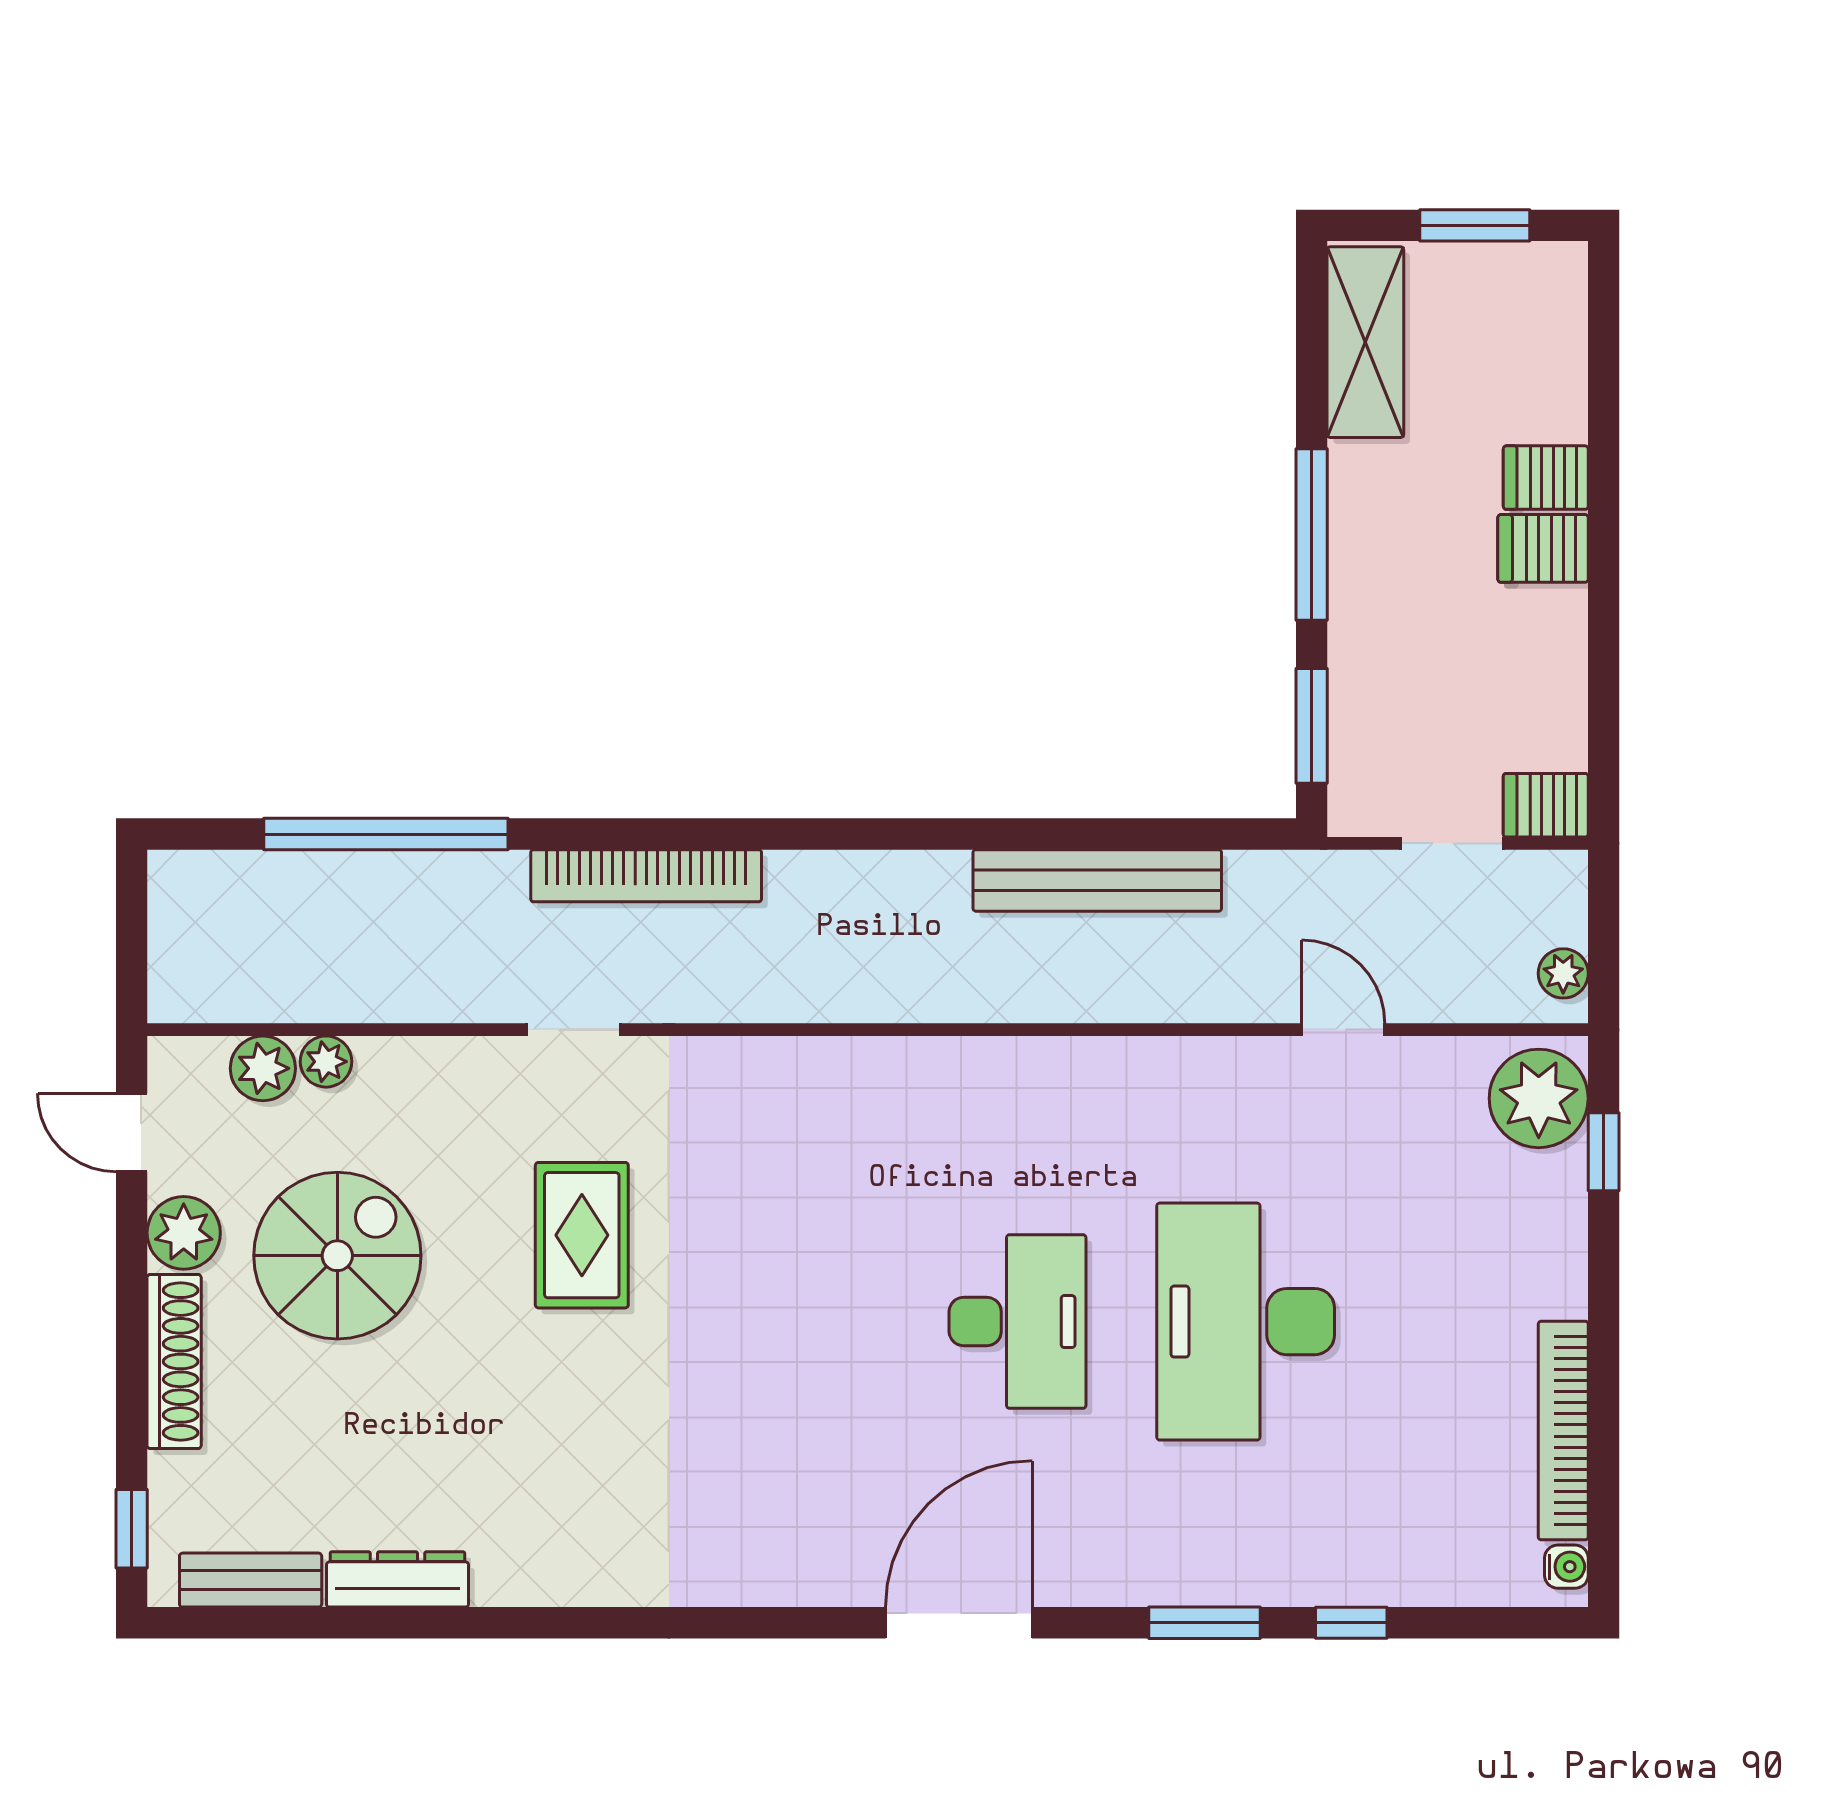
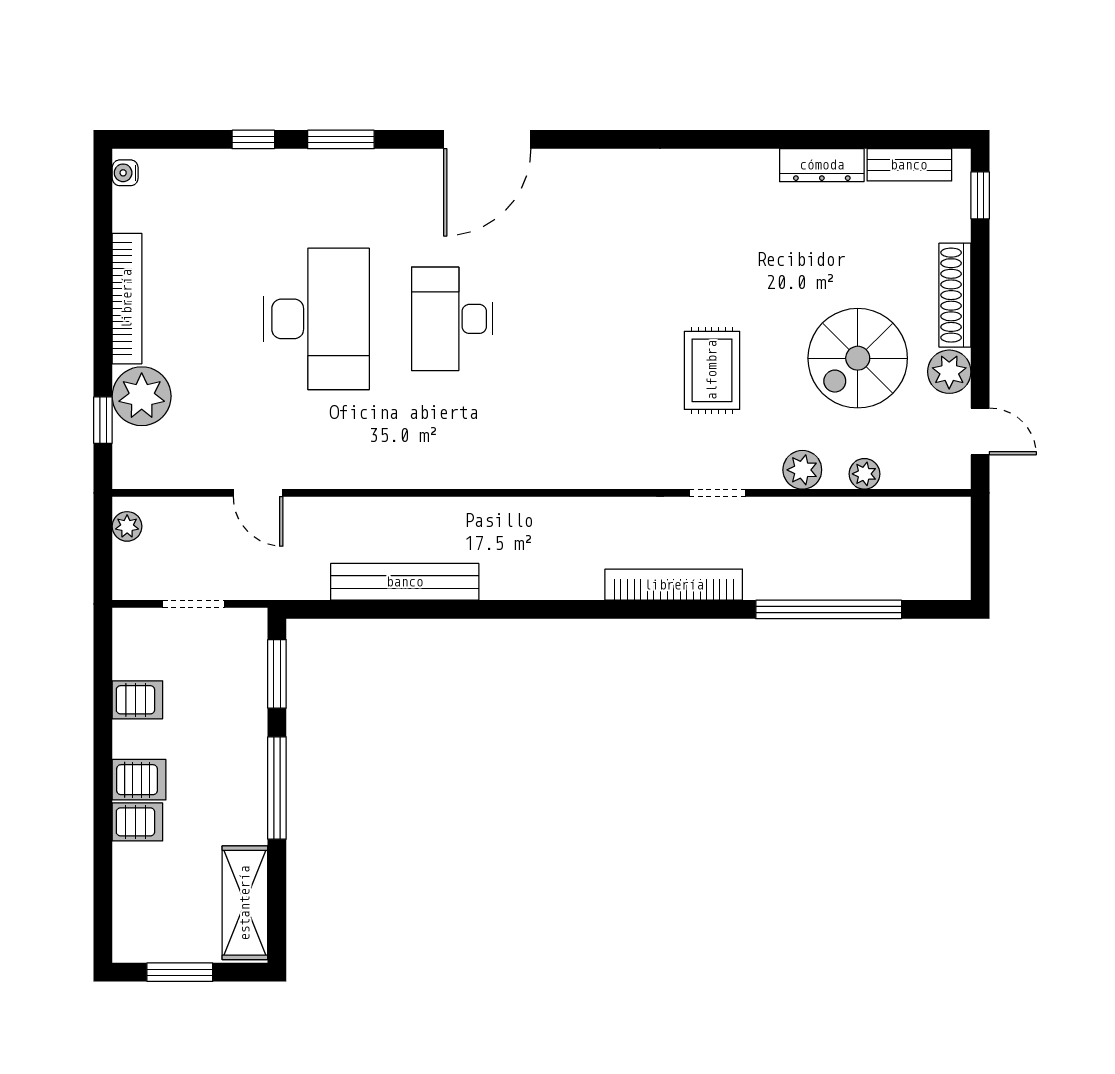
server rack: (1546, 805) -> (137, 700), moved
plant: (263, 1068) -> (802, 470), moved
plant: (1539, 1098) -> (142, 396), moved
bookcase: (1563, 1431) -> (127, 299), moved

